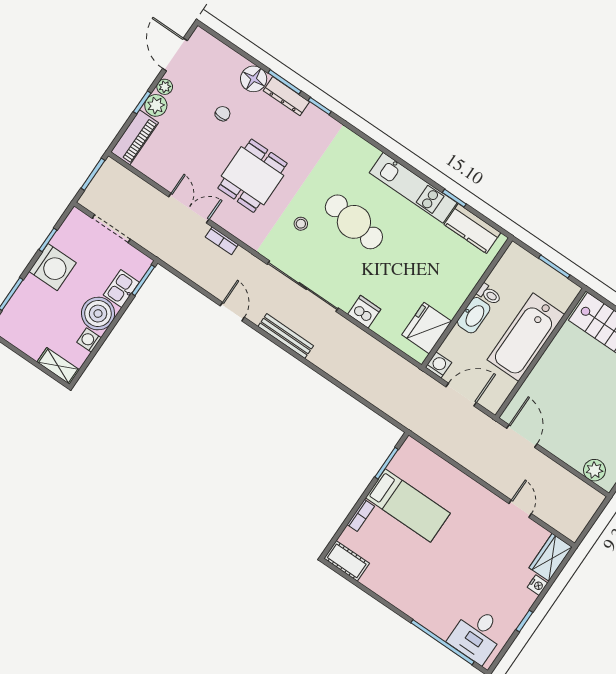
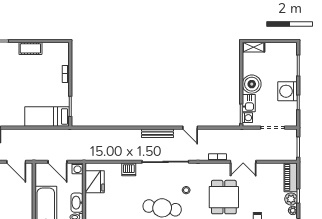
washing machine: (89, 340) -> (247, 118), moved
door: (461, 395) -> (58, 162), hinge flipped
bed: (408, 505) -> (47, 117), moved
cot: (347, 561) -> (30, 48), moved

